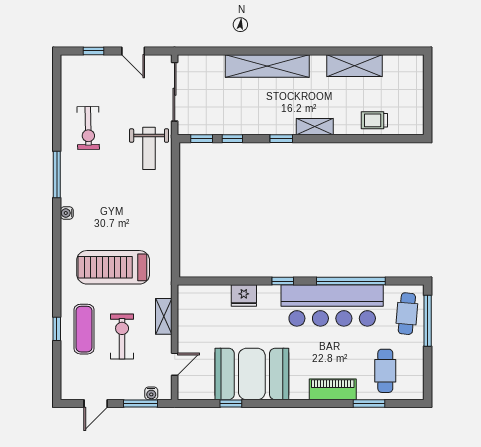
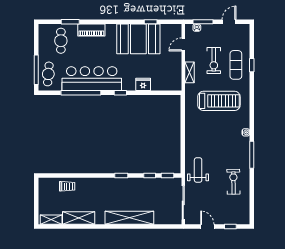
shelving: (315, 127) -> (51, 220), moved

